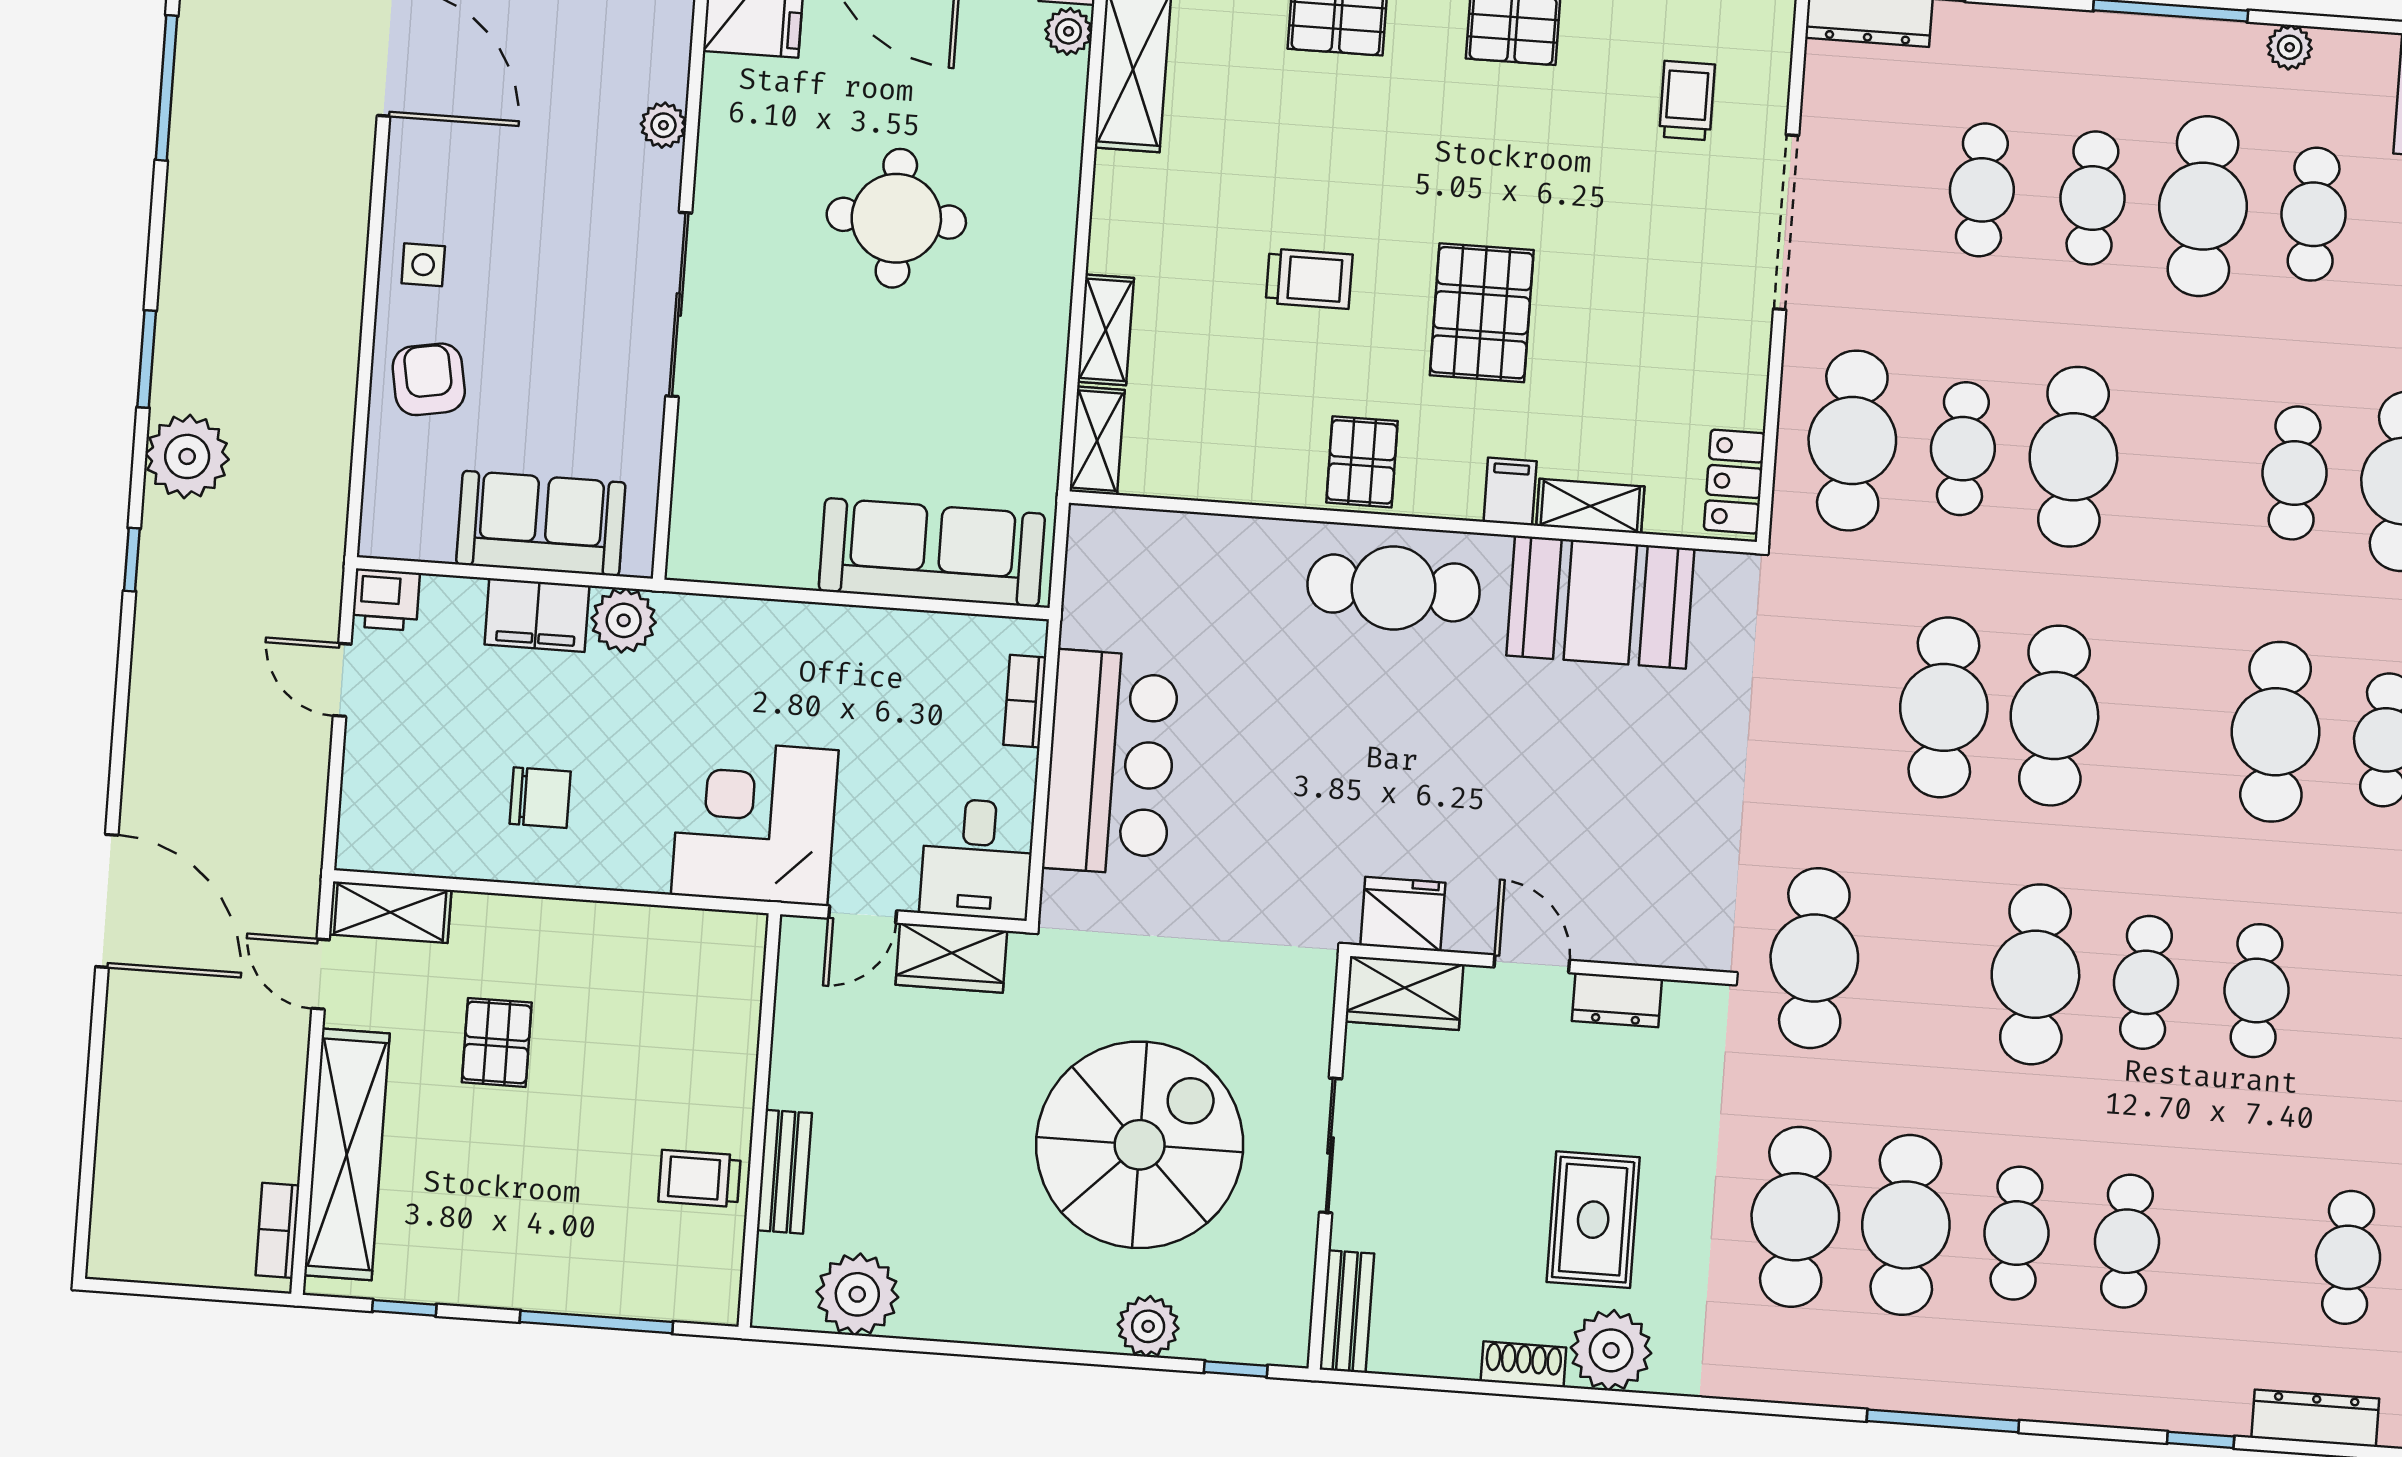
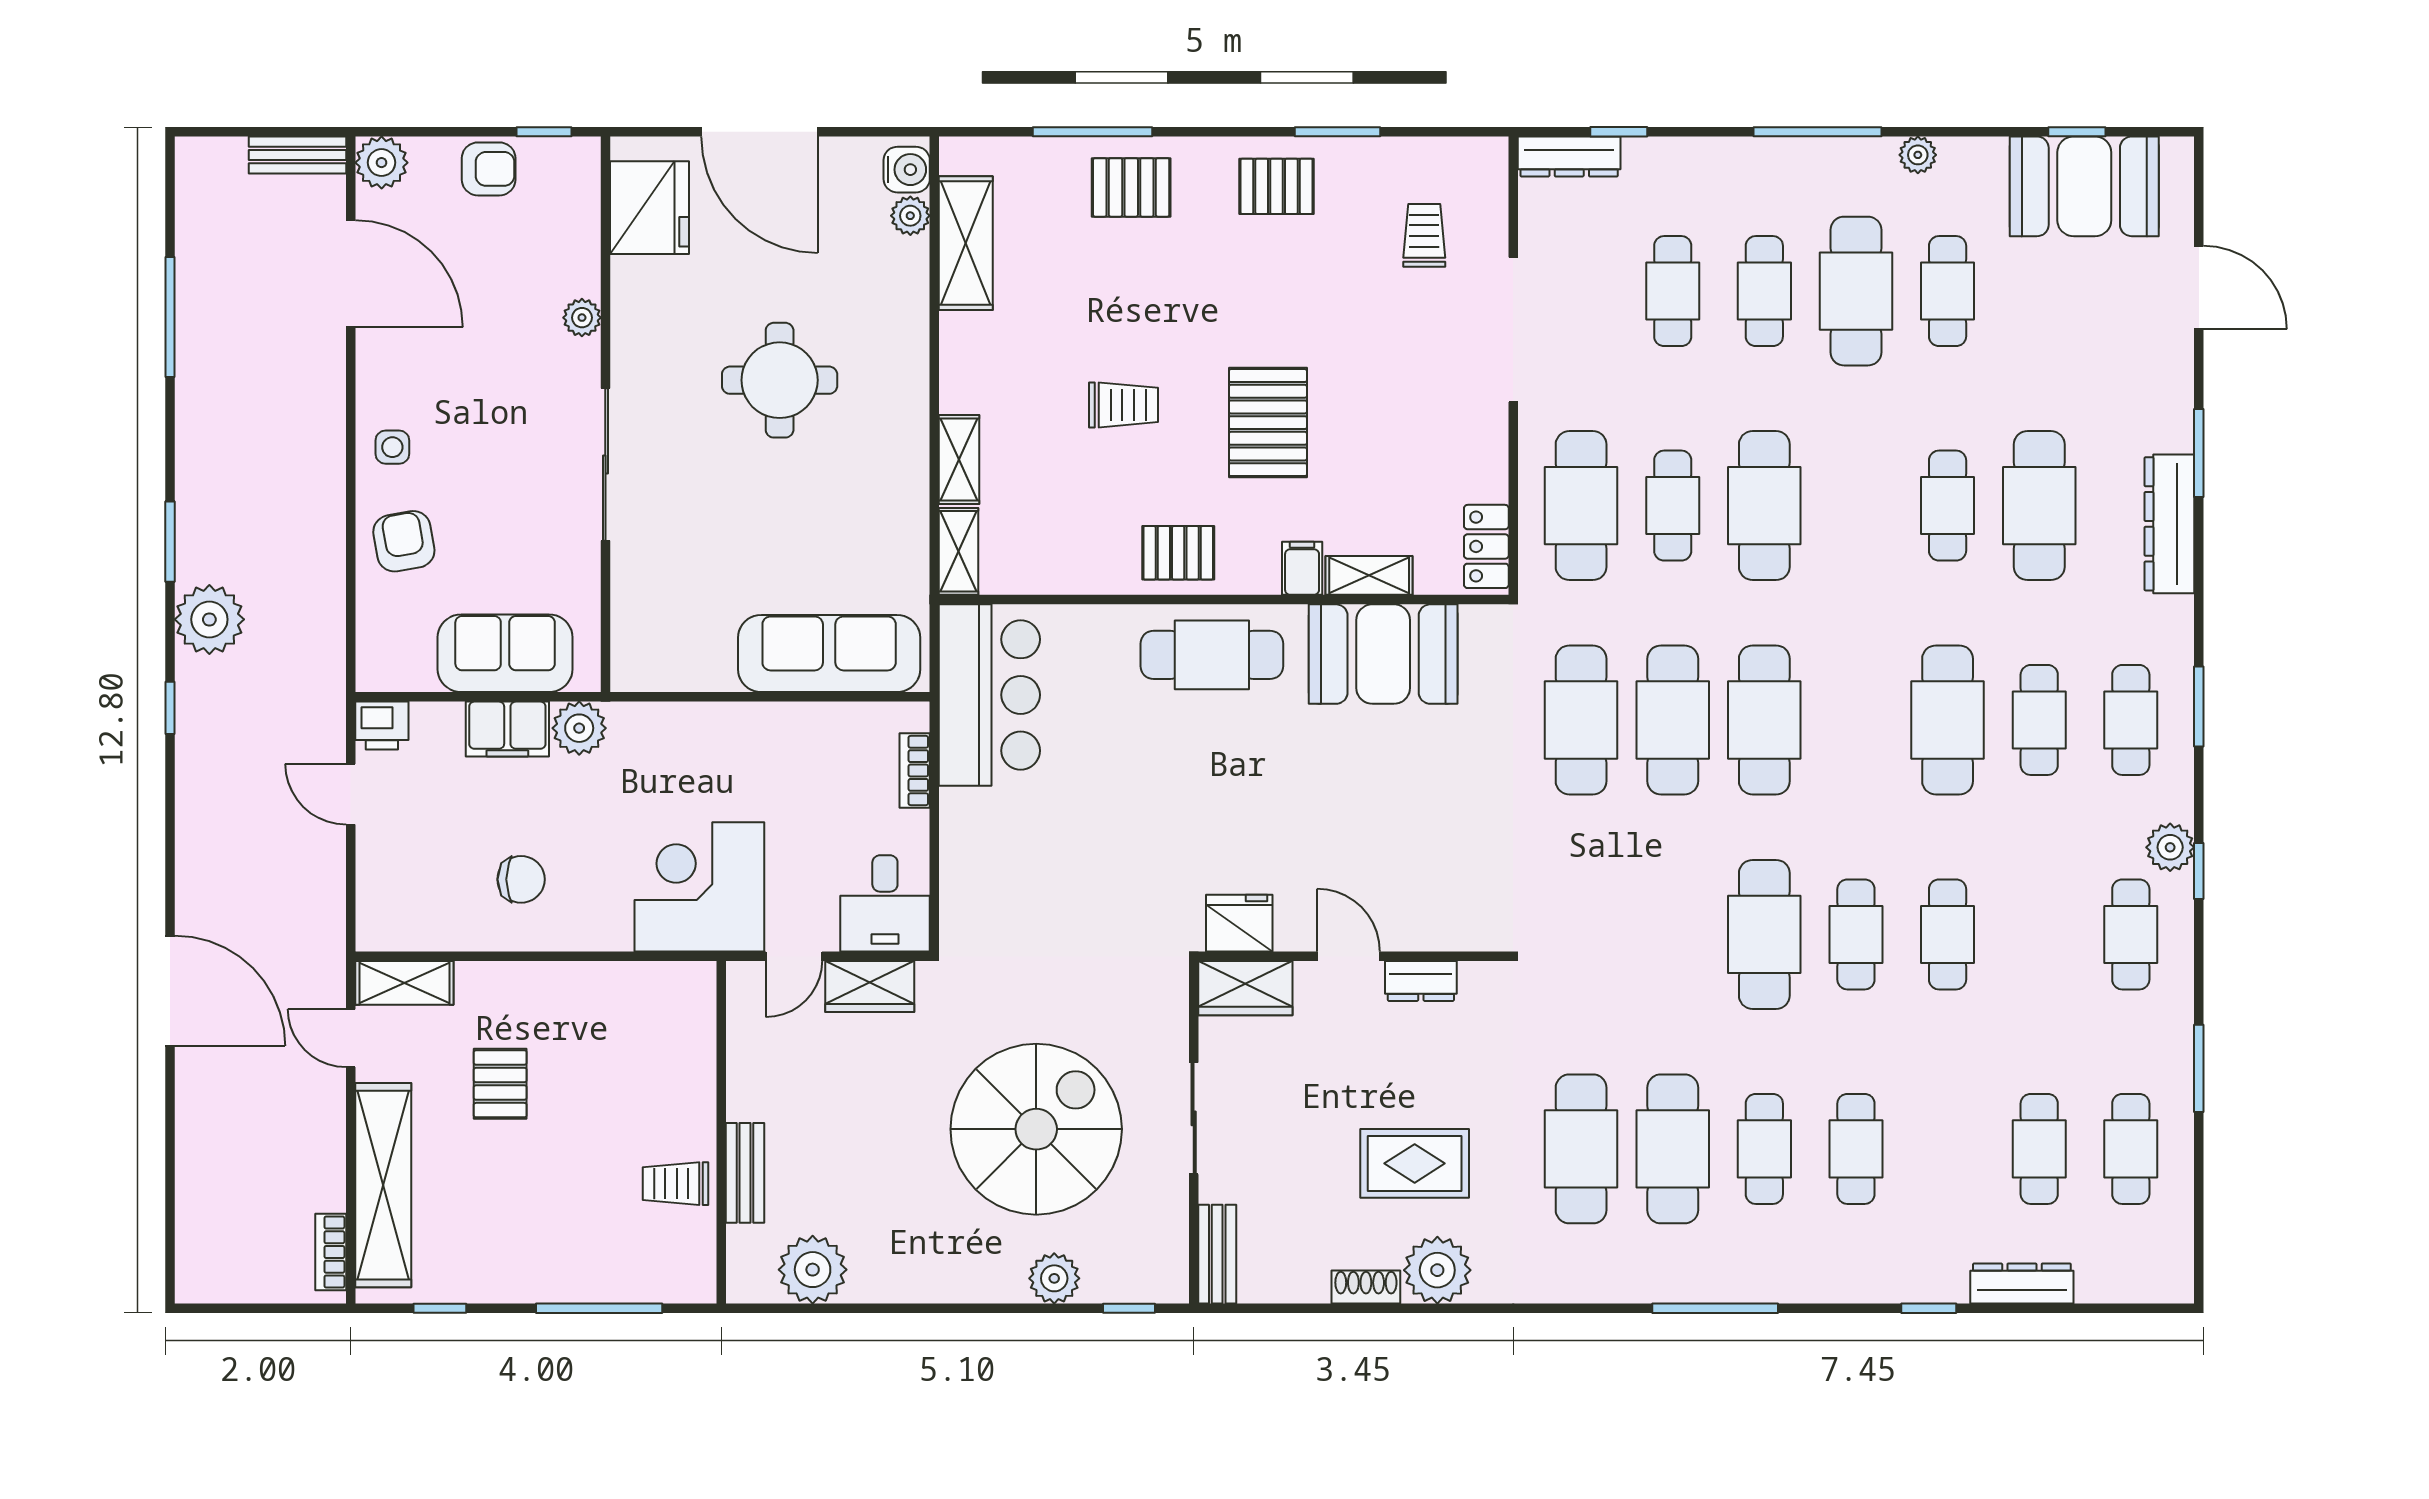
pallet: (1362, 462) -> (1178, 553), turned 90
bar counter: (1111, 763) -> (989, 695), moved
cafe table: (1814, 958) -> (1581, 720), moved
rug: (1593, 1220) -> (1415, 1163), turned 90

